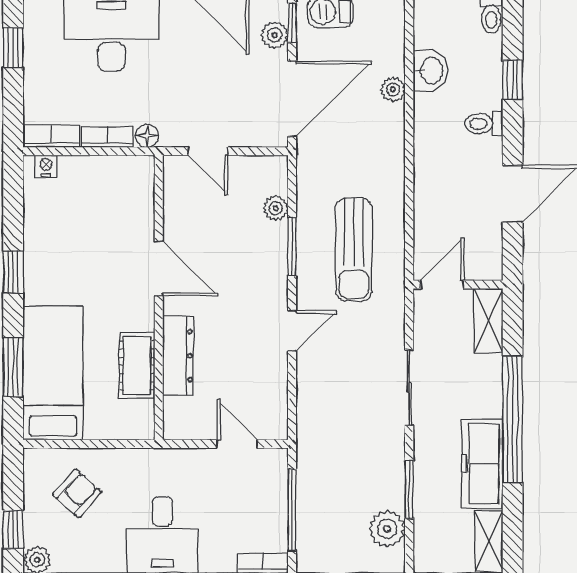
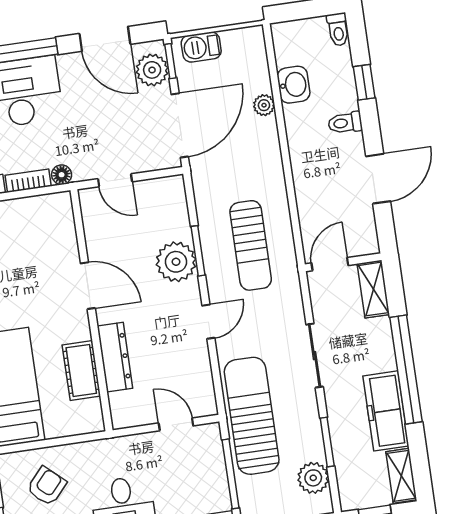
plant: (274, 35) -> (152, 70), width x1.38, depth x1.38
plant: (276, 208) -> (176, 262), moved, width x1.87, depth x1.87
sun lounger: (326, 447) -> (252, 416), added

